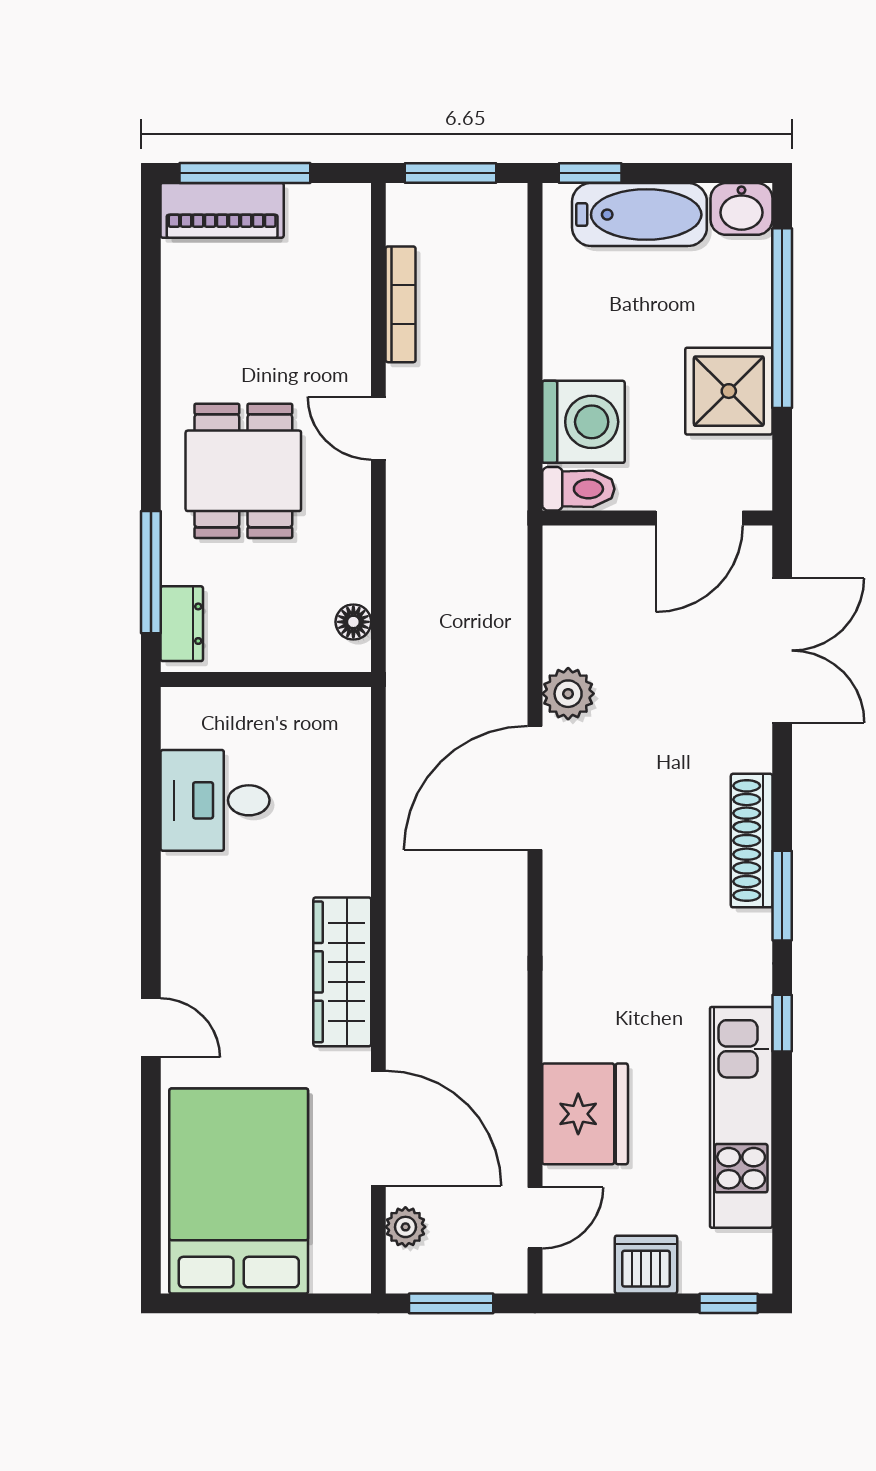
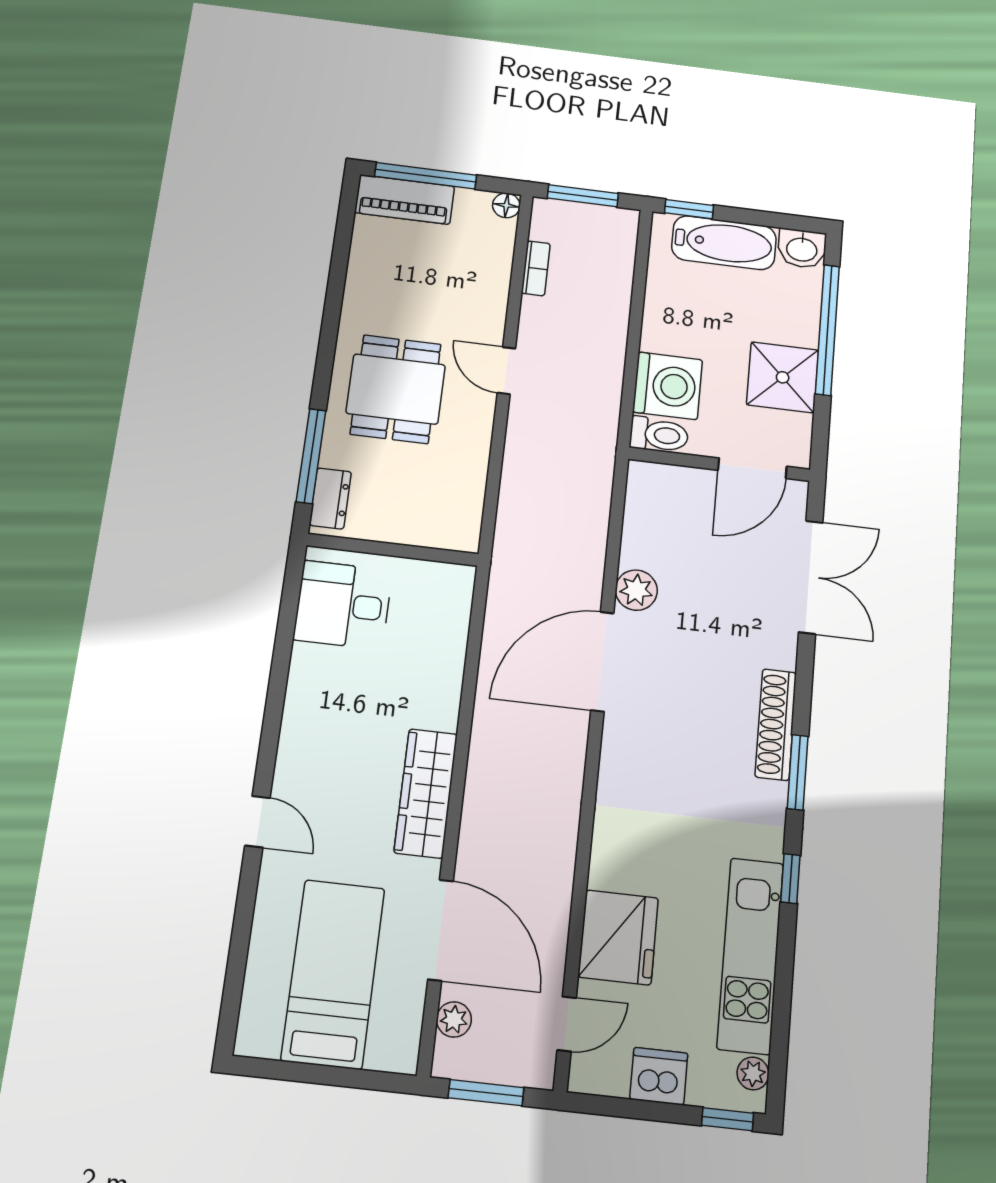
bookcase: (401, 304) -> (536, 268), width x0.64
floor lamp: (353, 622) -> (506, 205), moved
desk: (215, 800) -> (343, 605), moved
bed: (239, 1191) -> (333, 974), width x0.67
plant: (754, 1250) -> (753, 1073), added

